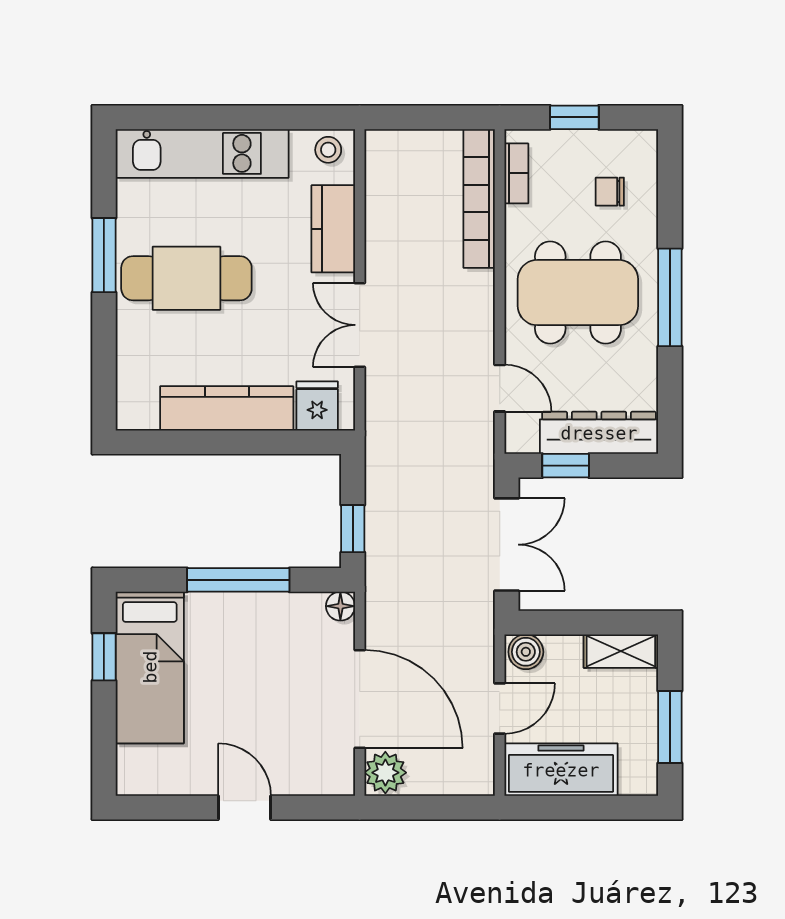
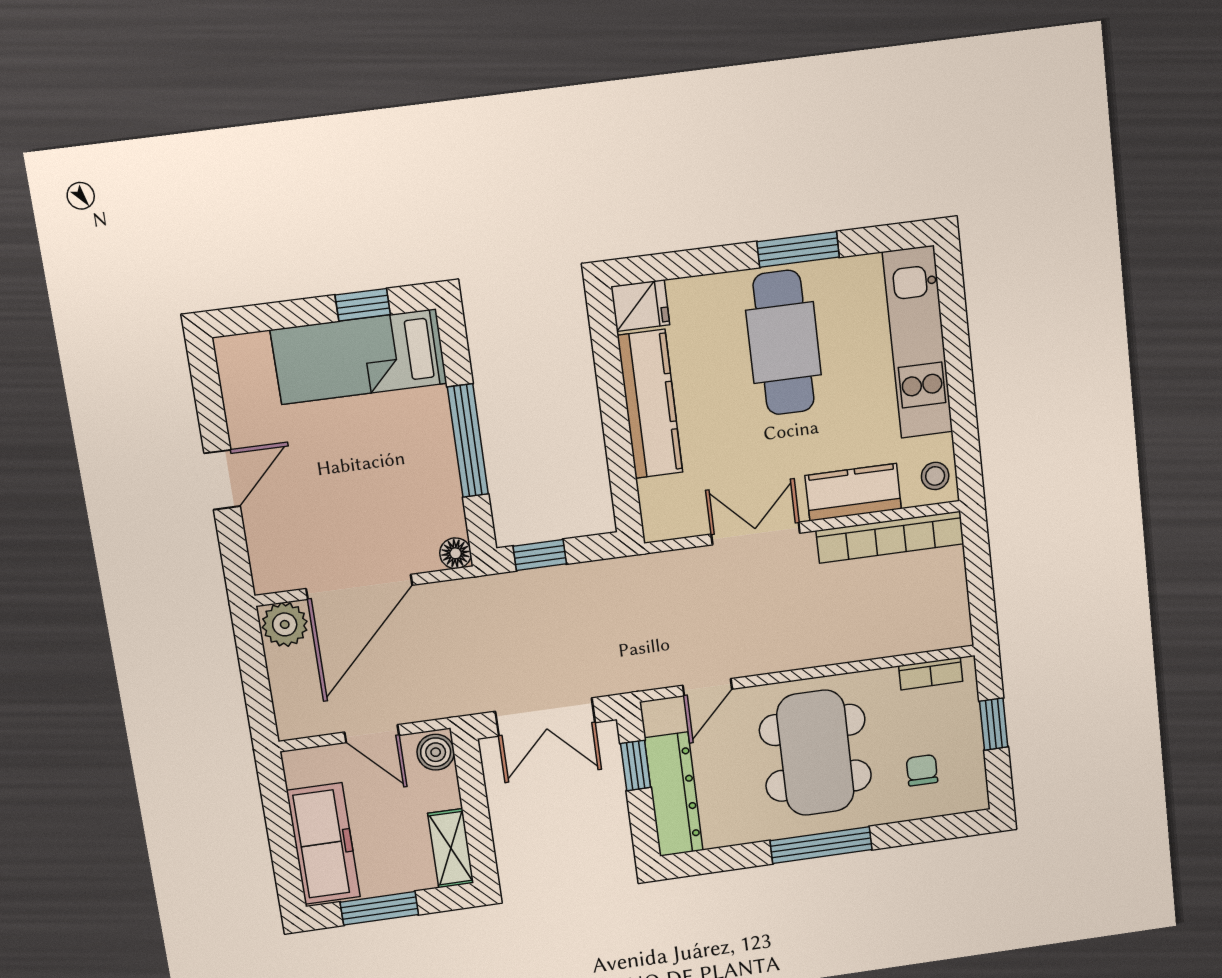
bookcase: (479, 198) -> (890, 537), moved, turned 180
fridge: (317, 406) -> (640, 306), moved
freezer: (561, 770) -> (323, 844), moved

